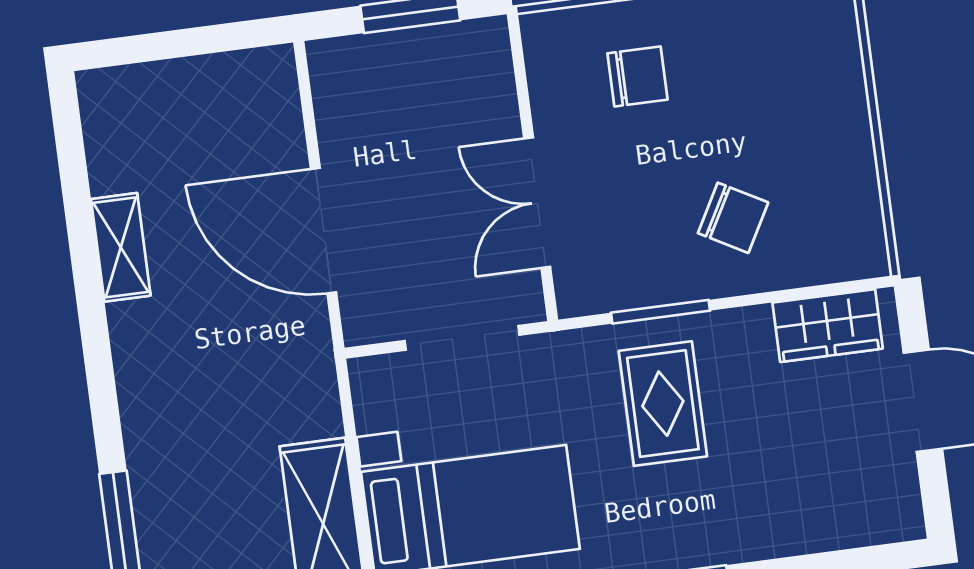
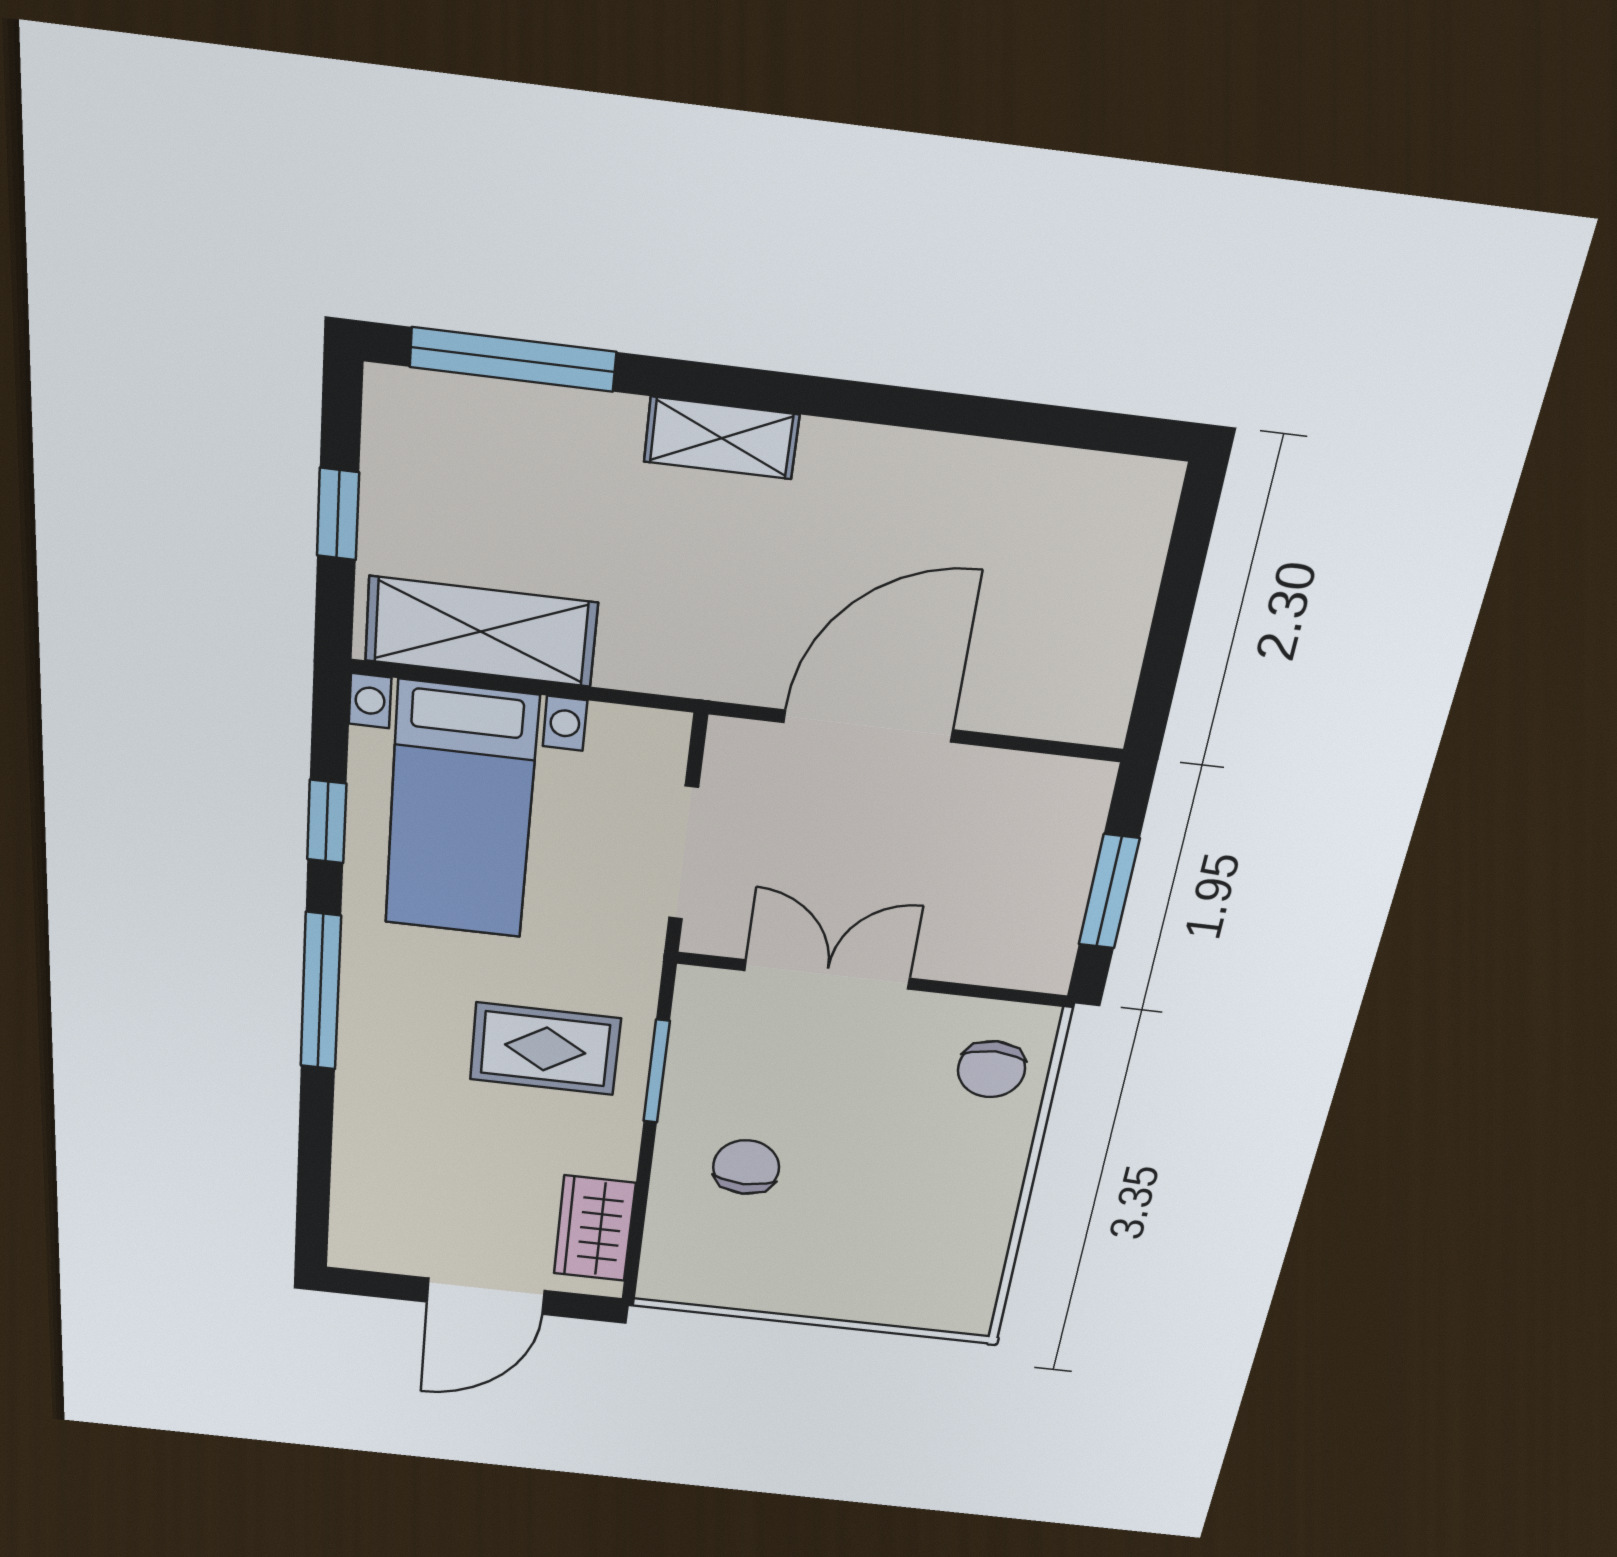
chair: (637, 76) -> (992, 1069), moved
chair: (733, 218) -> (746, 1167), turned 151
shelving: (121, 247) -> (721, 438), moved

